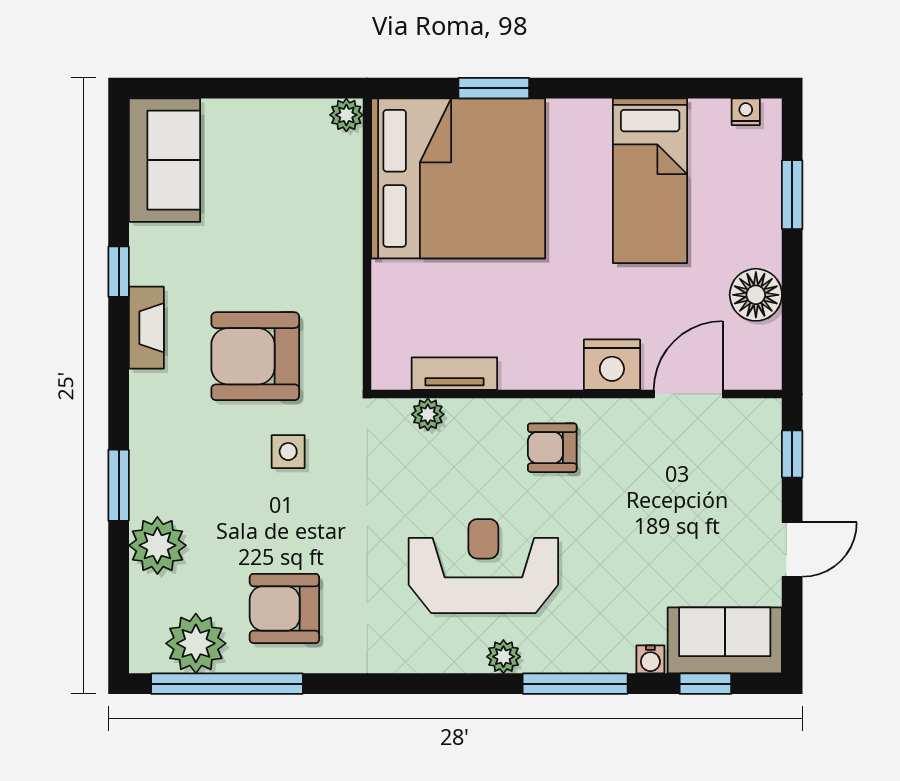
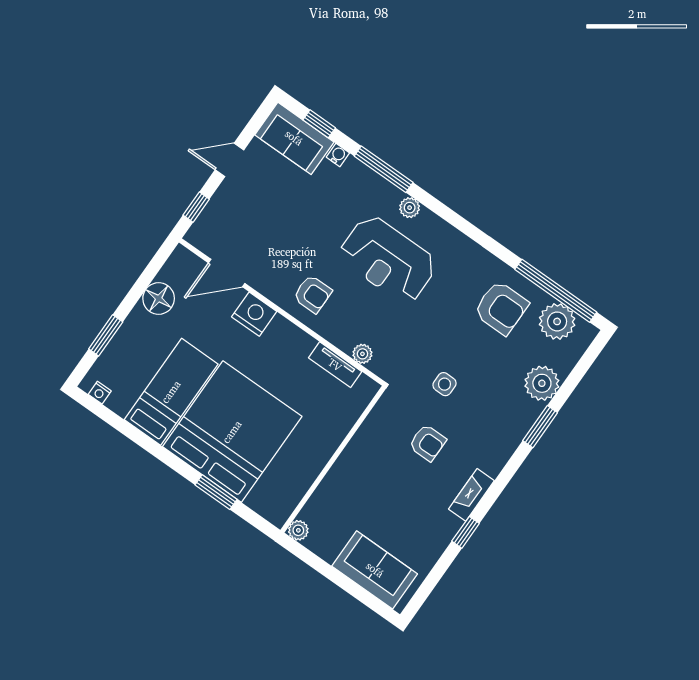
sofa: (165, 160) -> (375, 570), moved, turned 90
bed: (458, 178) -> (232, 432), moved, turned 90
armchair: (255, 356) -> (428, 443), width x0.53, depth x0.53

